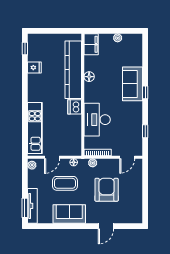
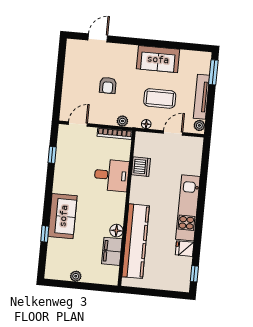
filing cabinet: (91, 44) -> (112, 251), moved
window: (145, 92) -> (45, 234), moved
dishwasher: (75, 107) -> (141, 167), moved
desk: (97, 120) -> (111, 175), width x0.73
kitchen unit: (35, 128) -> (188, 208), moved
armchair: (107, 190) -> (108, 85), width x0.53, depth x0.53
tv unit: (32, 206) -> (201, 97), moved
door: (106, 226) -> (98, 38), moved

